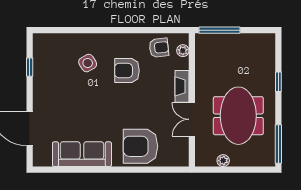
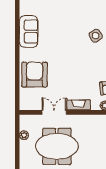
armchair: (127, 71) -> (90, 65), removed
sofa: (82, 154) -> (29, 31), width x0.73

